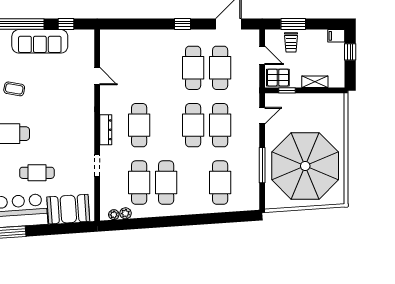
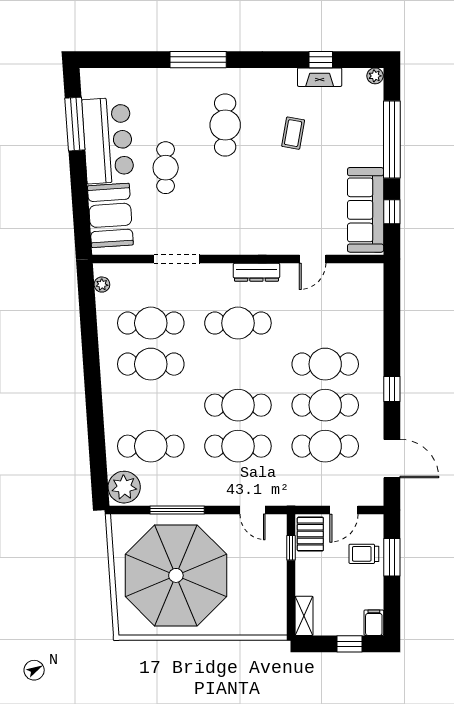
sofa: (40, 41) -> (366, 210), moved
cafe table: (166, 68) -> (325, 364), added
shelving: (315, 82) -> (304, 616), moved
dresser: (106, 130) -> (256, 272), moved
doorway: (97, 166) -> (177, 259), width x1.38
plant: (126, 213) -> (124, 487), moved, width x1.88, depth x1.88

